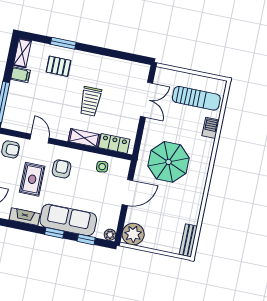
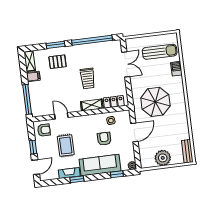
window: (113, 54) -> (92, 40), added
armchair: (62, 169) -> (104, 139), moved
window: (54, 233) -> (77, 179), moved
plant: (133, 234) -> (163, 158), moved

